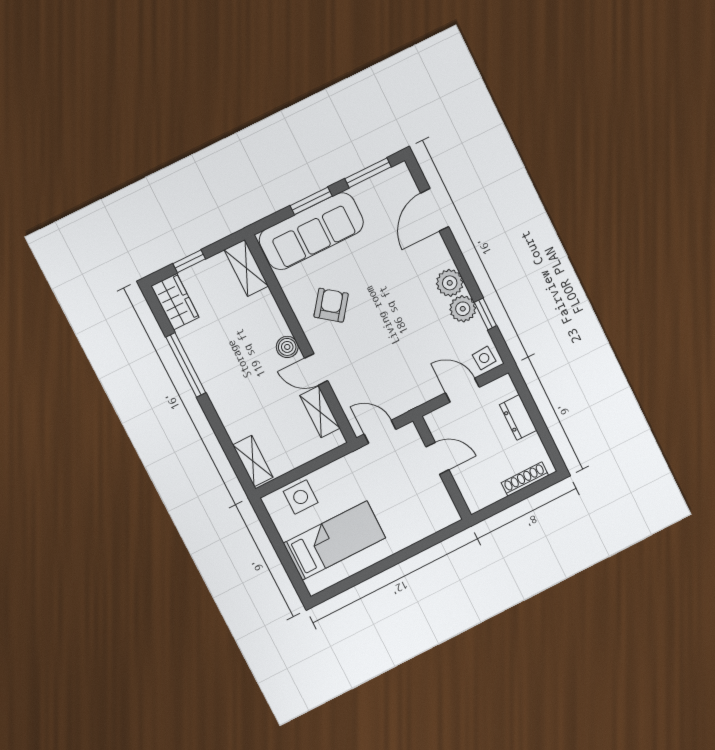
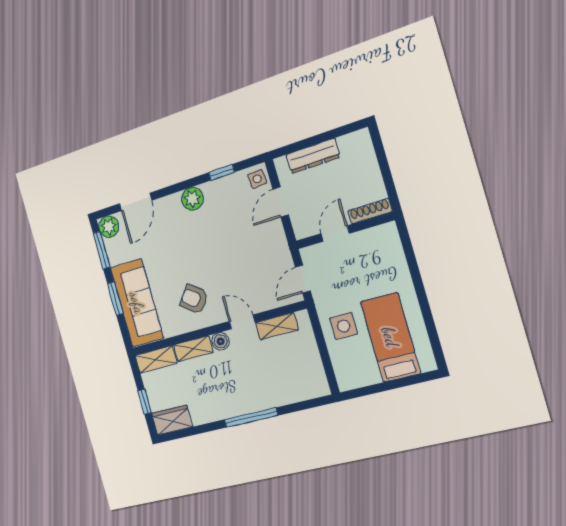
door: (435, 210) -> (136, 202), hinge flipped
plant: (463, 309) -> (109, 227), moved
window: (186, 365) -> (251, 418), moved
door: (316, 369) -> (242, 322), swing flipped
dresser: (518, 417) -> (313, 156), width x1.44
shelving: (253, 461) -> (193, 349), moved
shoe rack: (525, 479) -> (370, 211), moved, turned 90
side table: (301, 497) -> (344, 326), moved

